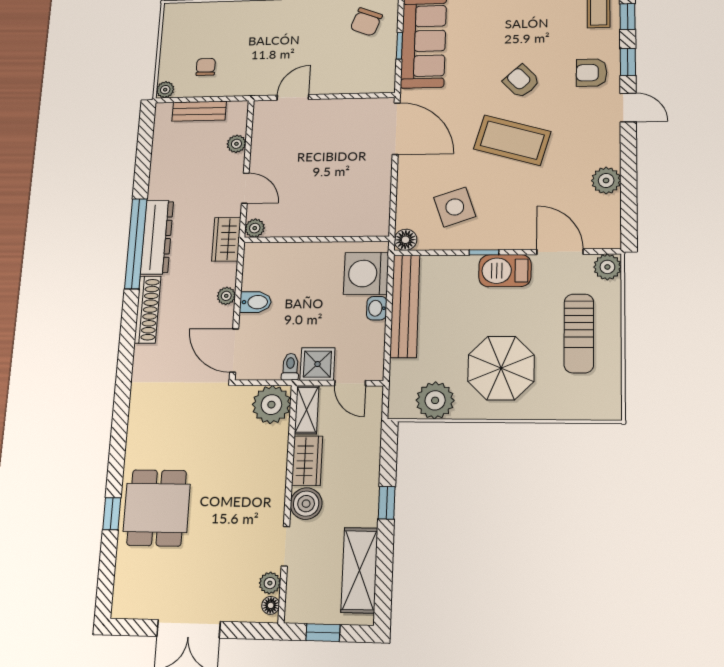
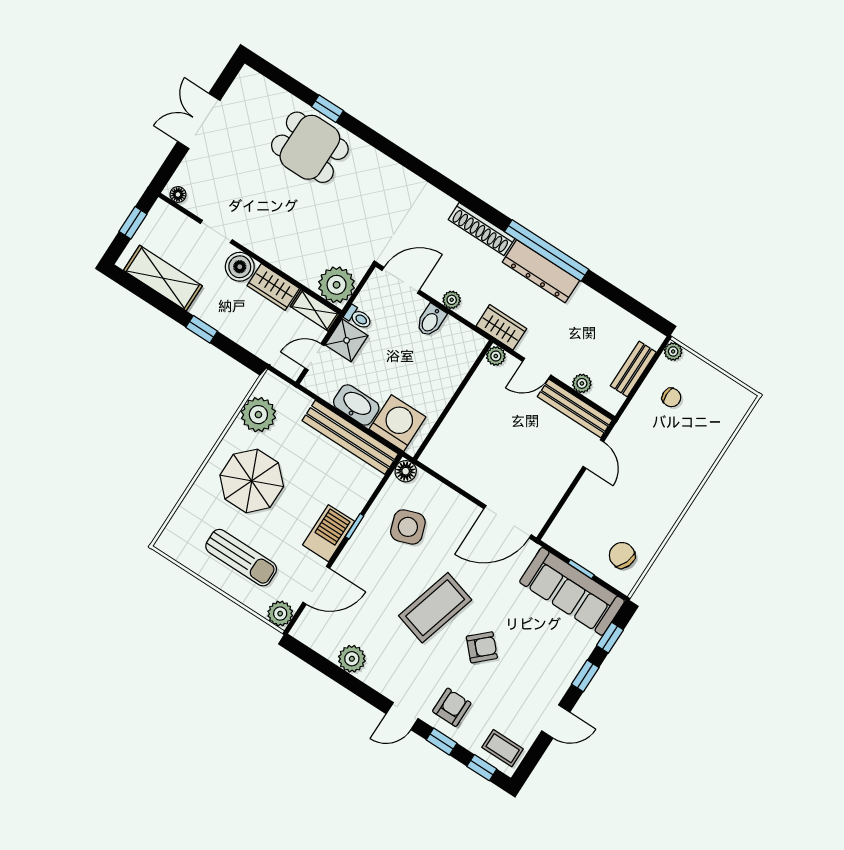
bench: (262, 136) -> (575, 408), added
washbasin: (377, 308) -> (356, 405), width x1.91, depth x1.45
sun lounger: (579, 333) -> (241, 558), turned 180
plant: (270, 583) -> (195, 204), removed

